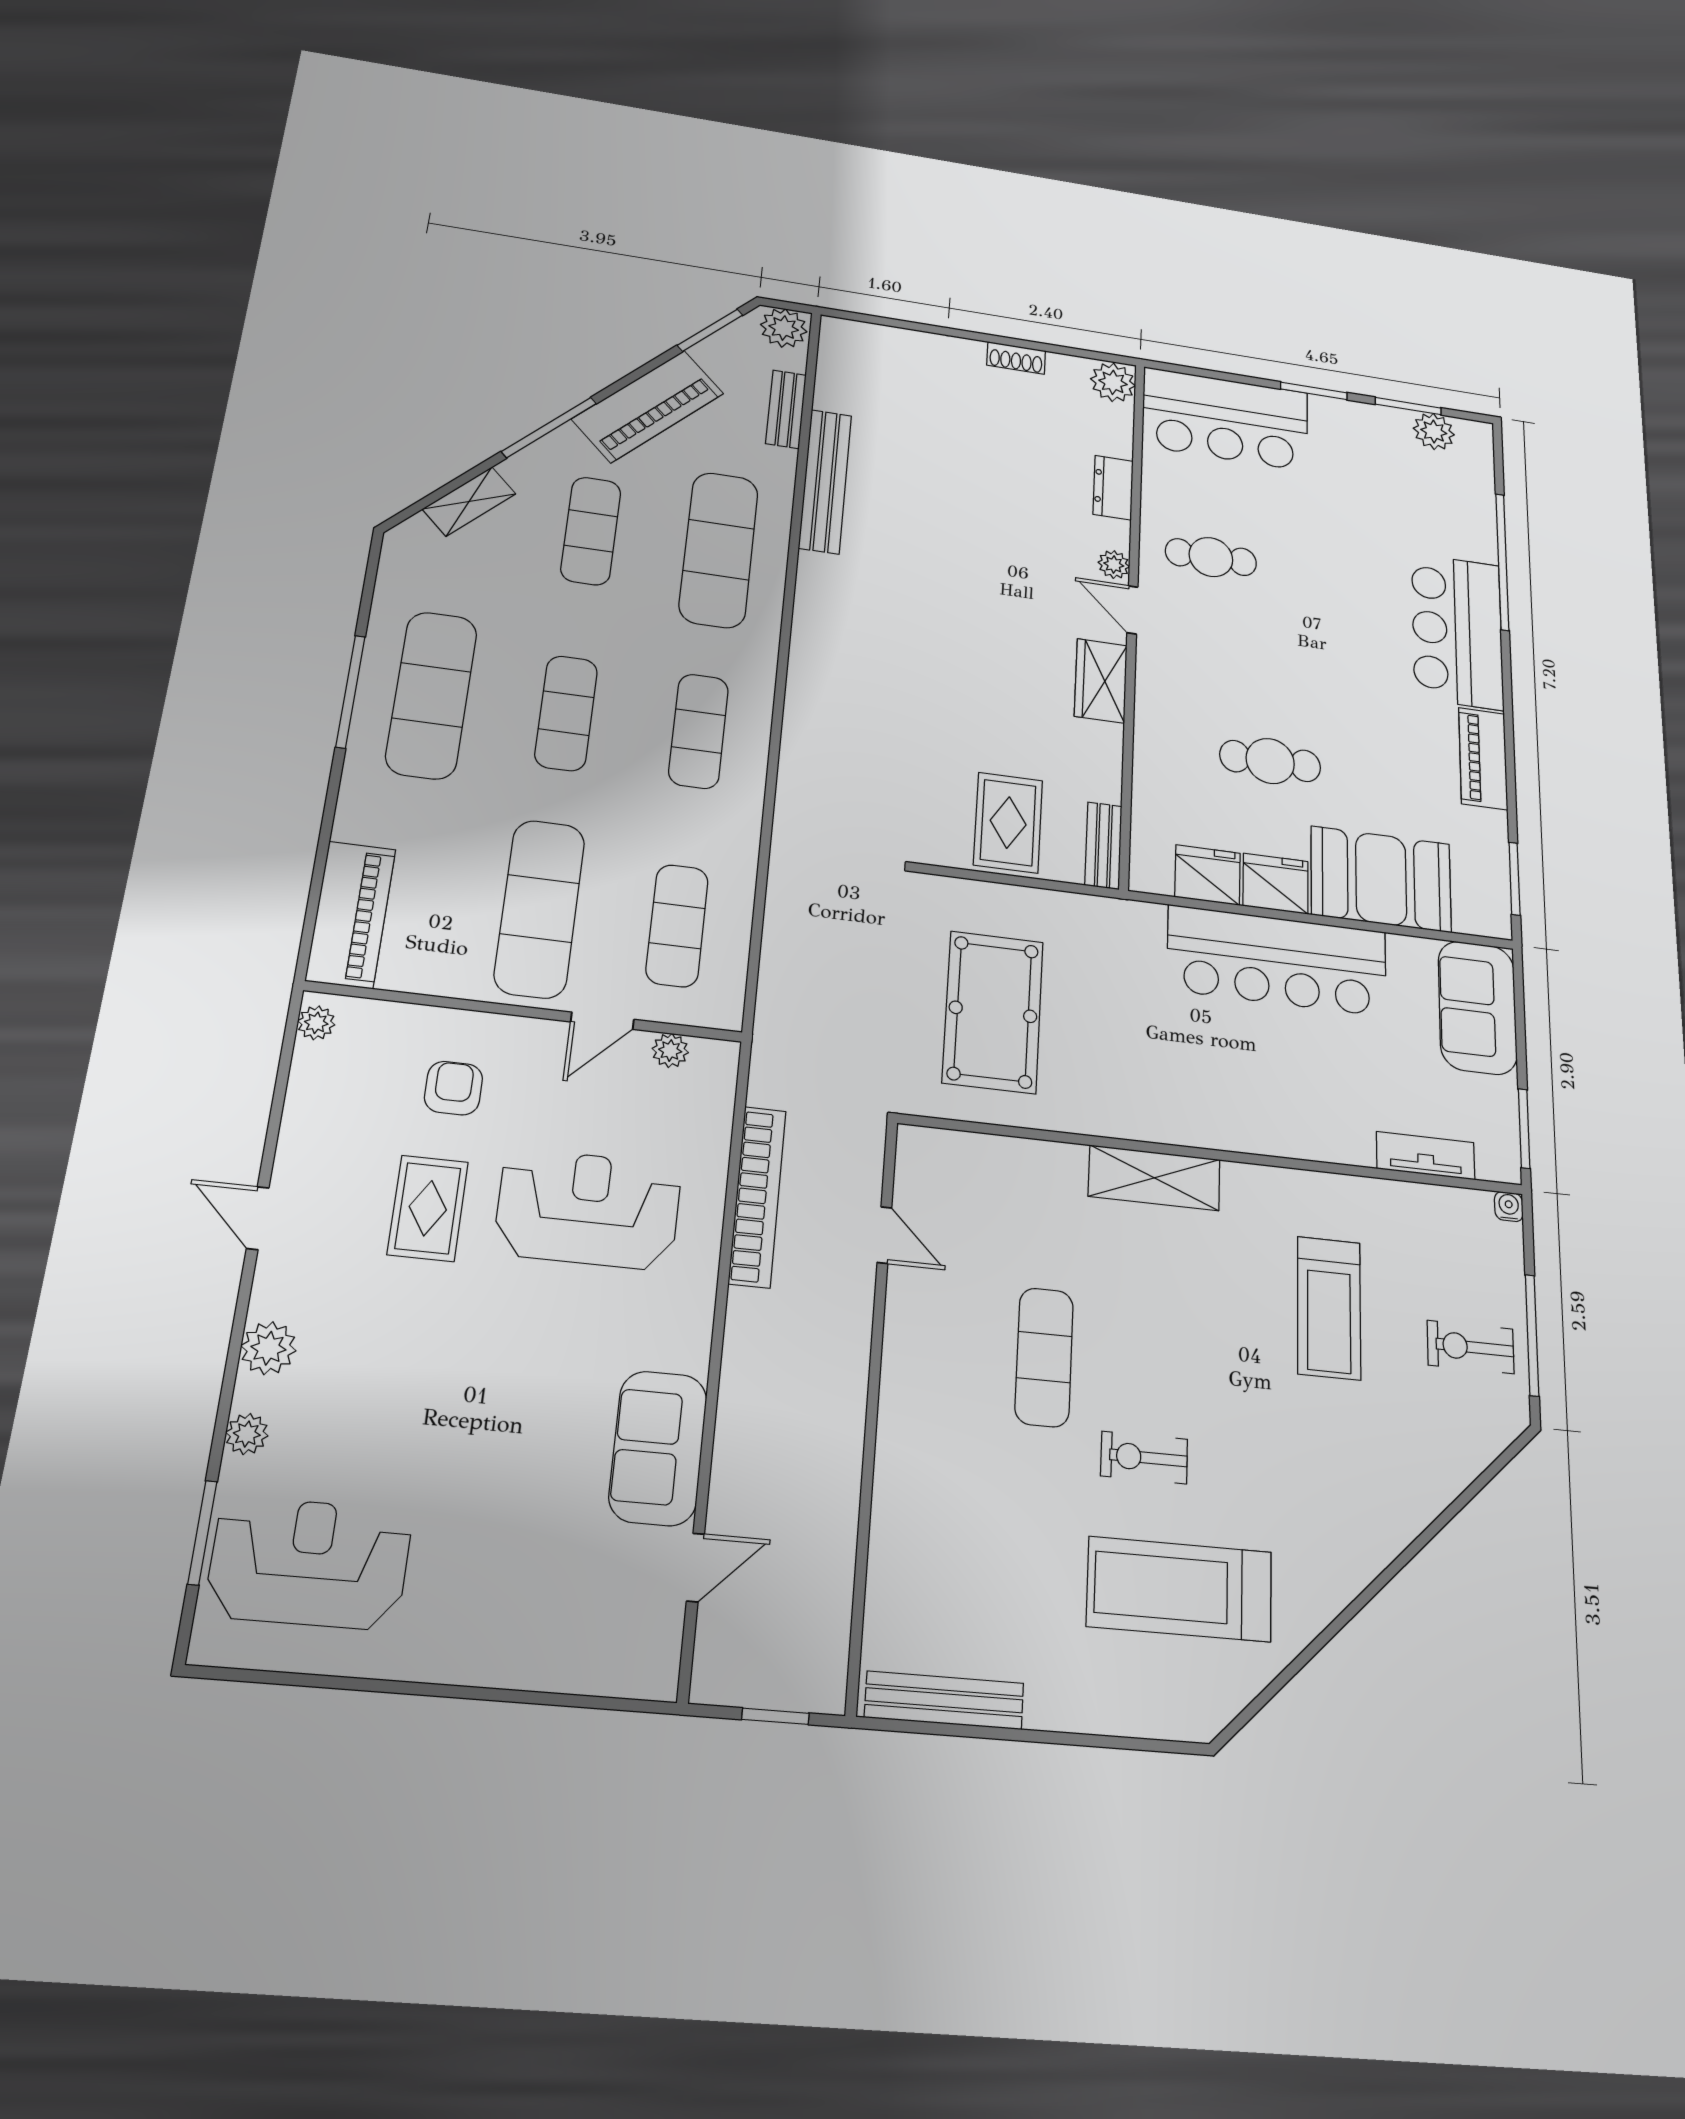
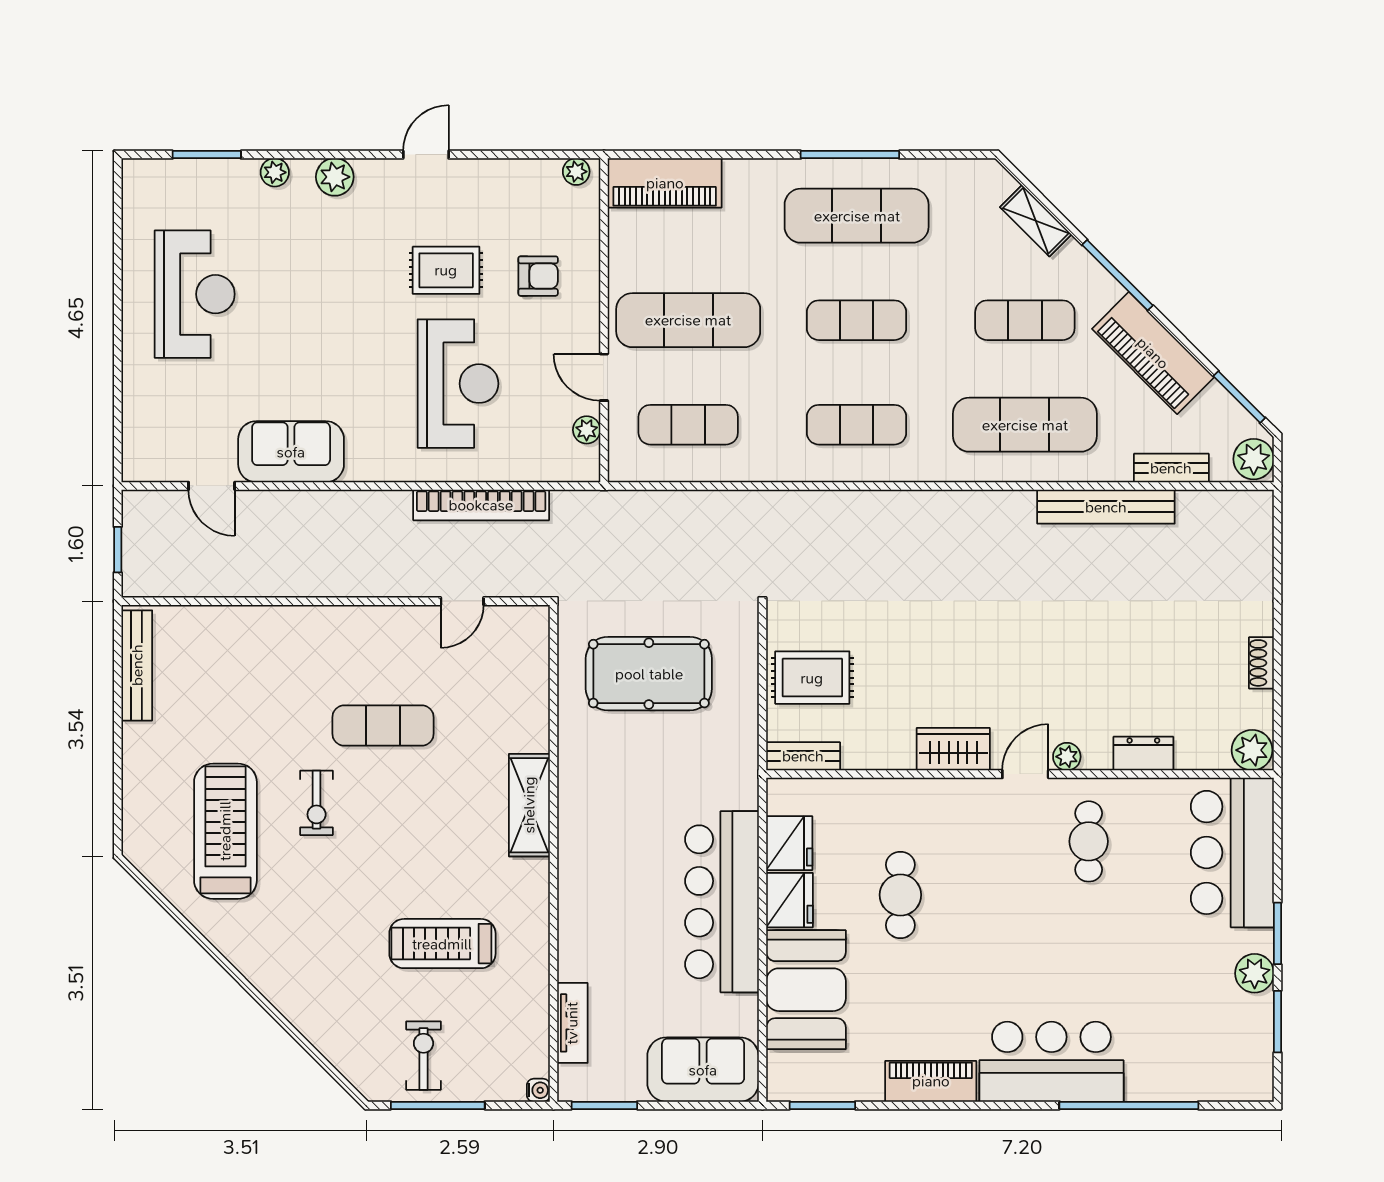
plant: (1434, 432) -> (1255, 973), moved
exercise bike: (1144, 1458) -> (317, 803), turned 180
reception desk: (309, 1563) -> (195, 294), moved

